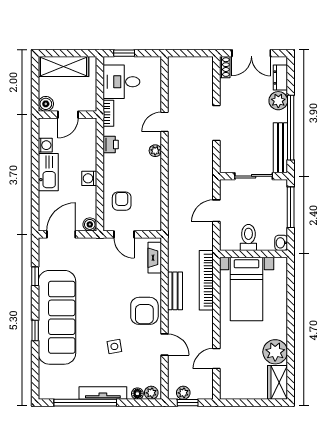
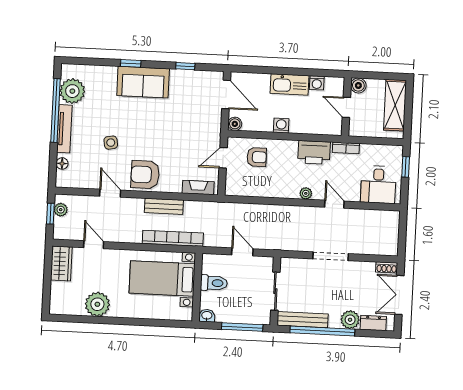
desk: (121, 82) -> (378, 185), moved, turned 180
printer: (111, 145) -> (314, 152), width x1.87, depth x1.48
sofa: (57, 317) -> (143, 82), width x0.54, depth x0.79
door: (165, 345) -> (110, 193), swing flipped
wardrobe: (278, 382) -> (61, 263), moved, turned 90
plant: (151, 393) -> (72, 91), moved, width x1.87, depth x1.87

